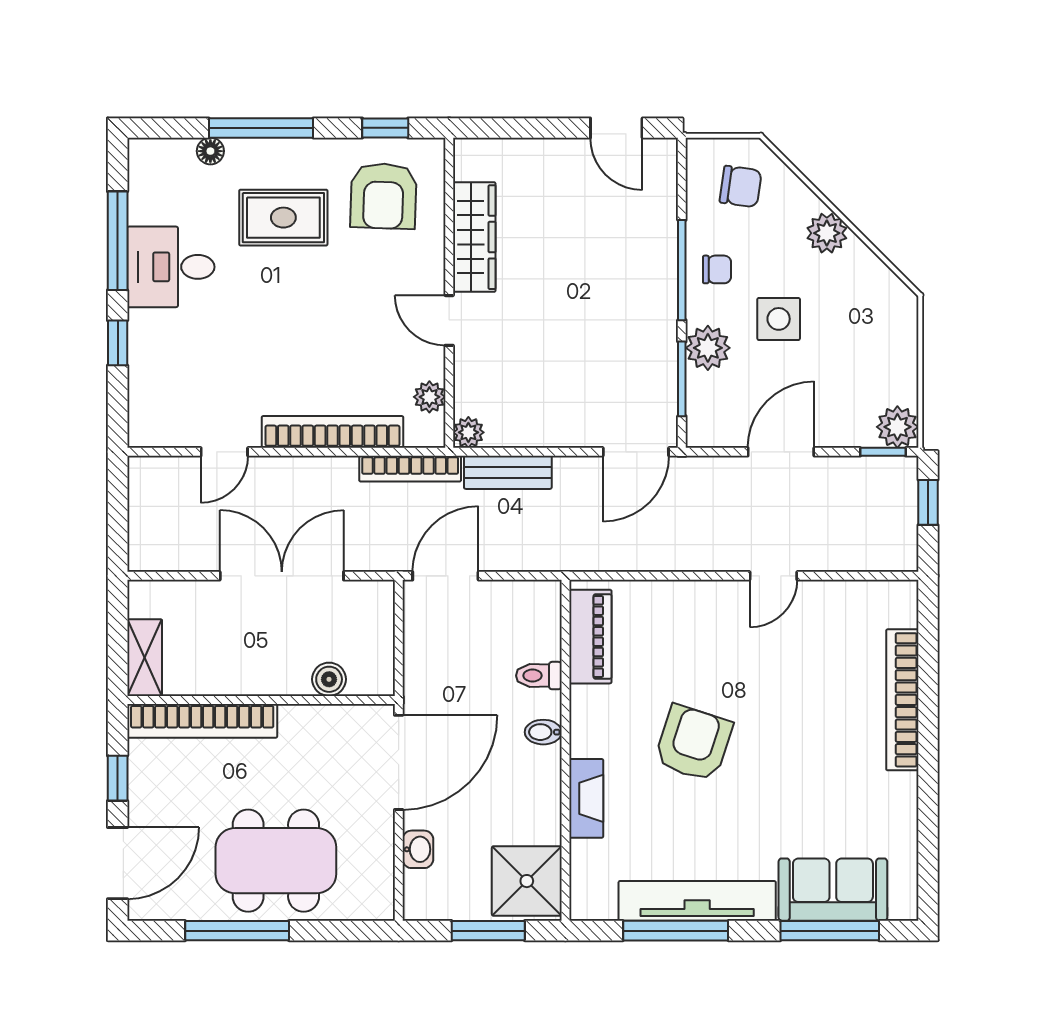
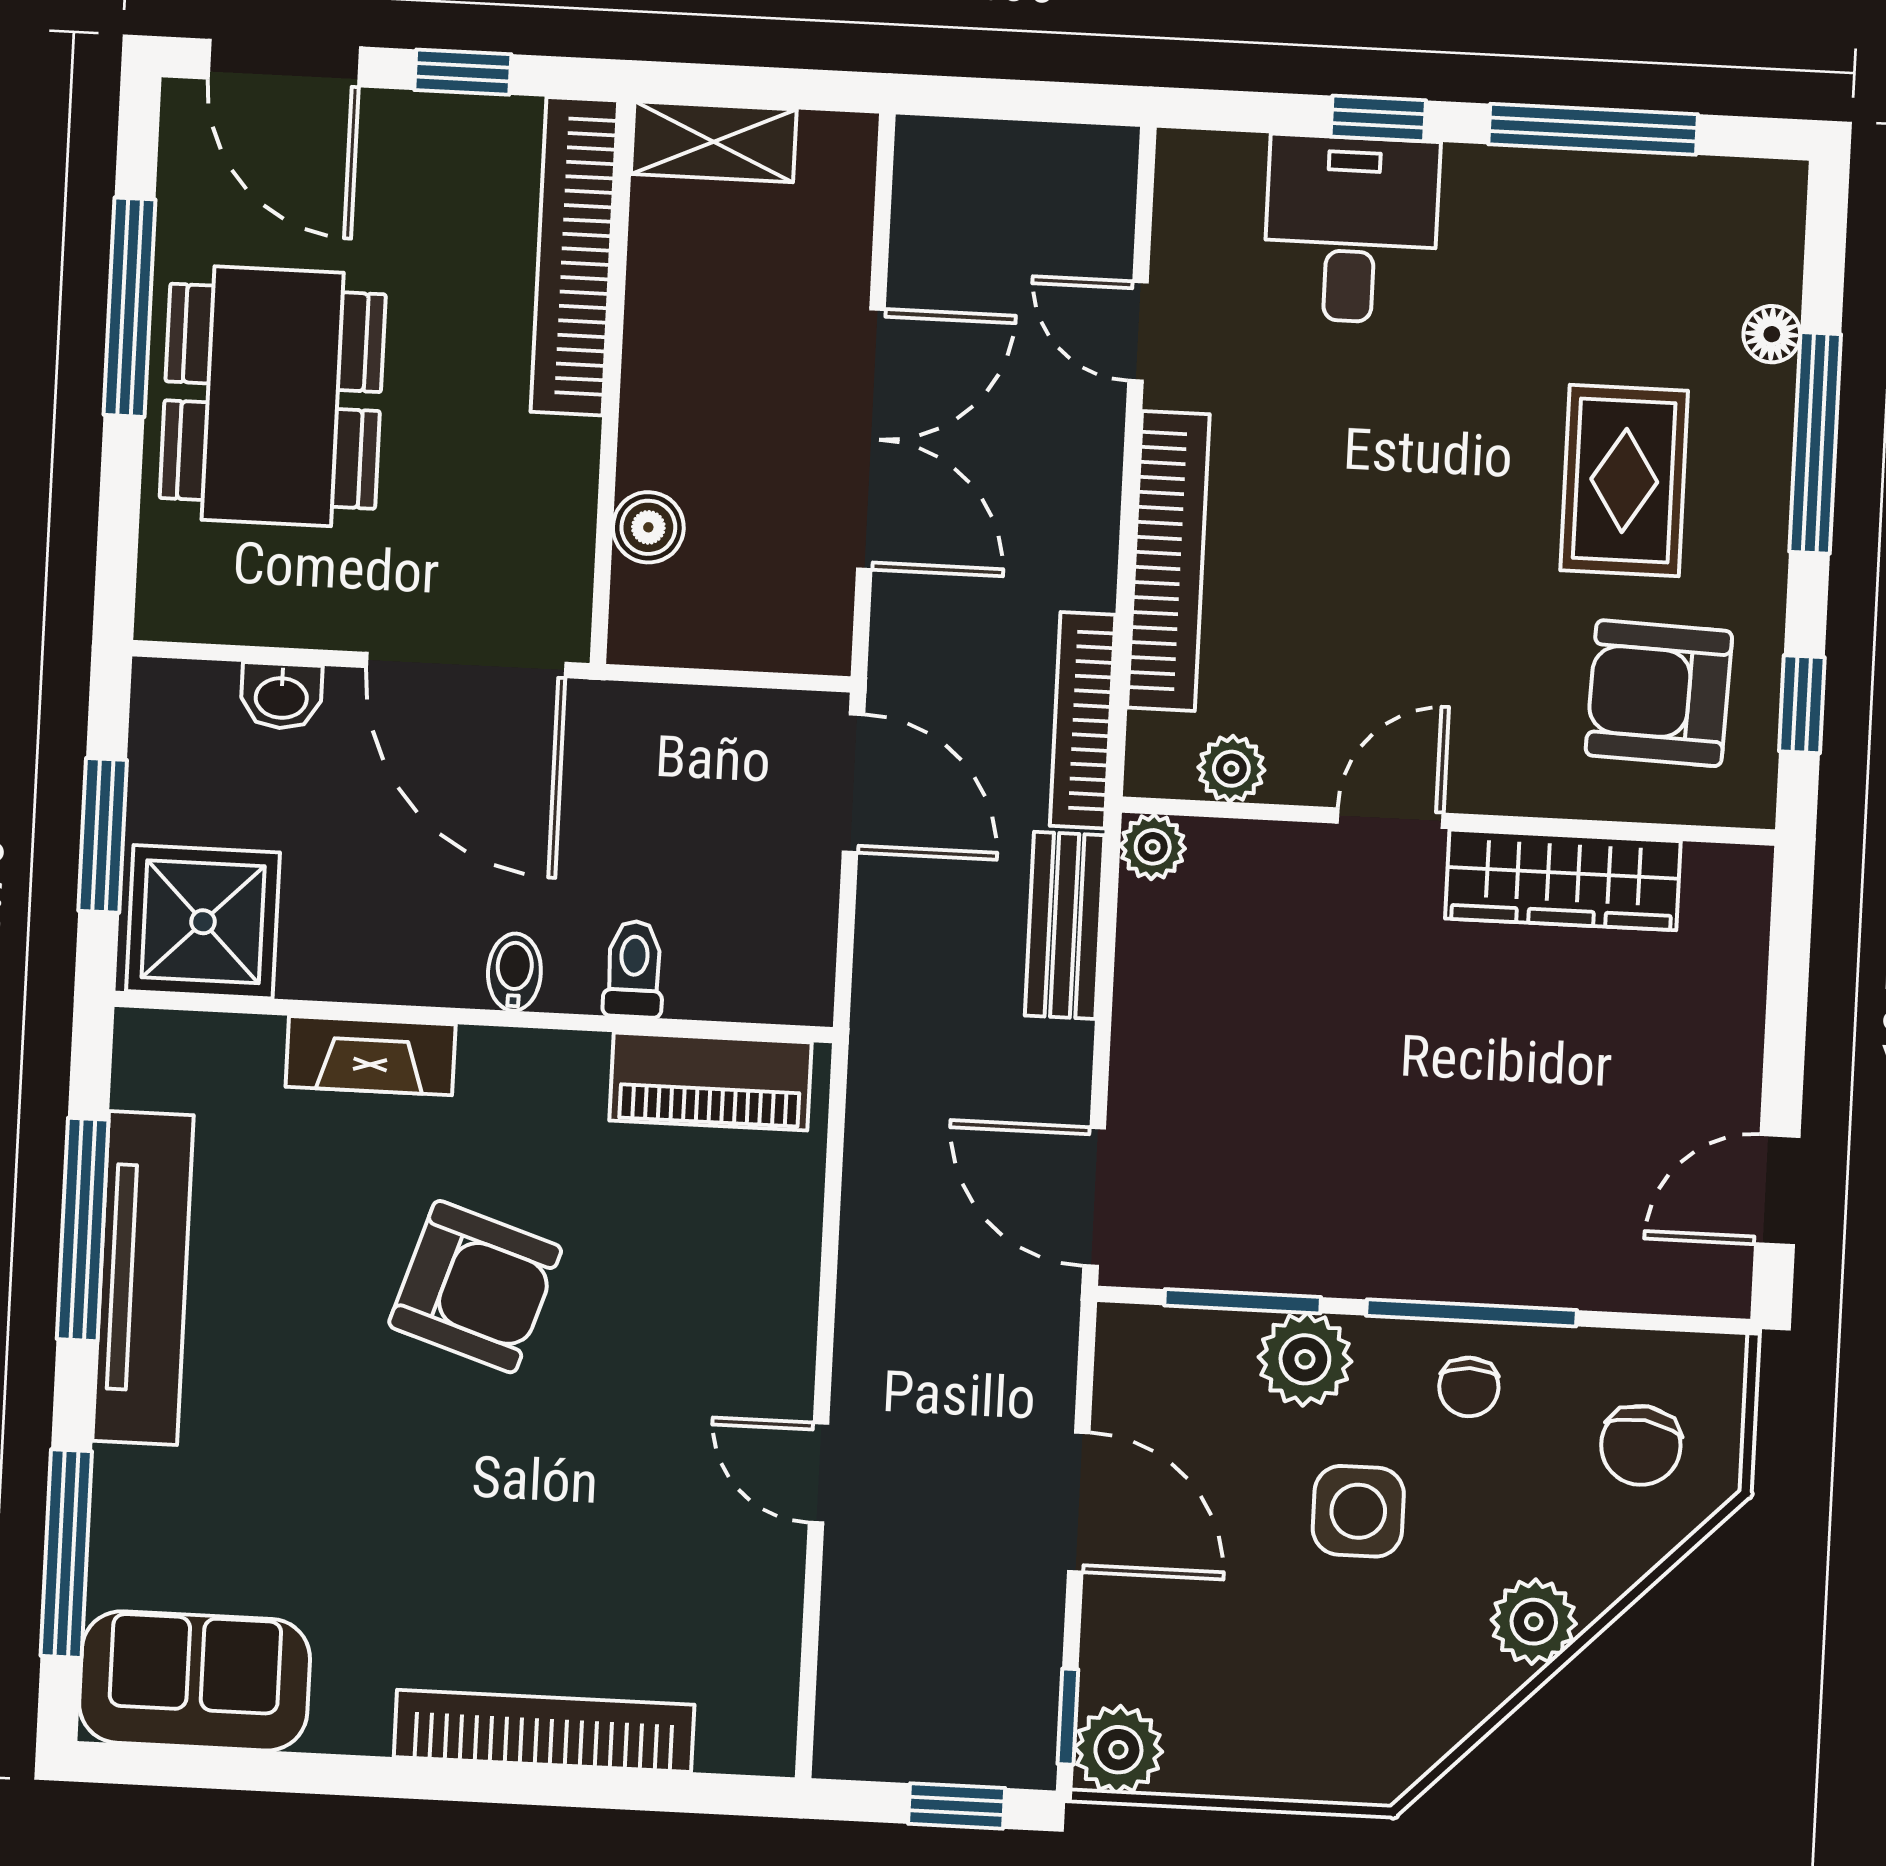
desk: (171, 267) -> (1351, 229), moved
sofa: (833, 890) -> (195, 1681), moved, turned -90

